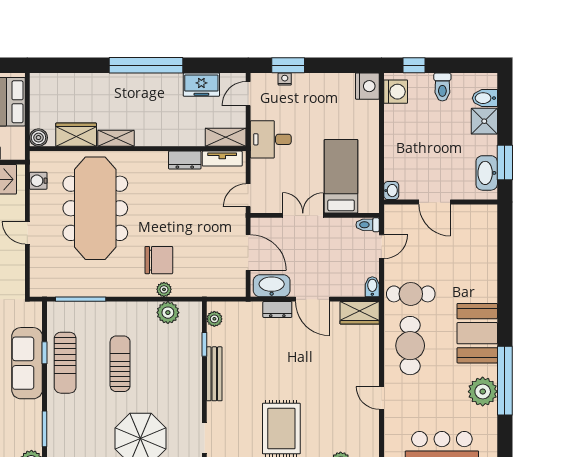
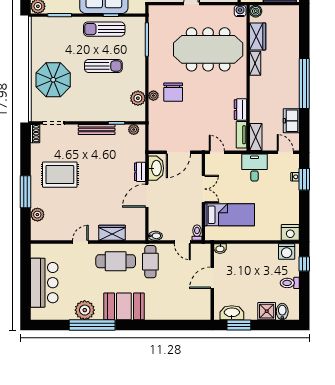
water cooler: (38, 181) -> (240, 11), moved
wardrobe: (360, 313) -> (112, 233), moved, turned 90

